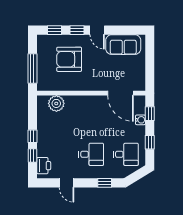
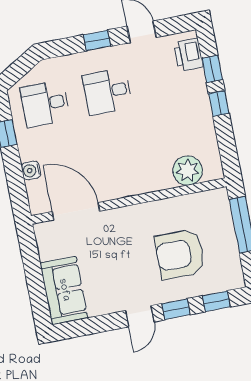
door: (97, 30) -> (140, 316), swing flipped
sofa: (123, 45) -> (64, 290), moved, turned 90
armchair: (69, 59) -> (180, 254), turned 180
window: (150, 114) -> (16, 185), removed
window: (105, 183) -> (97, 40), moved

